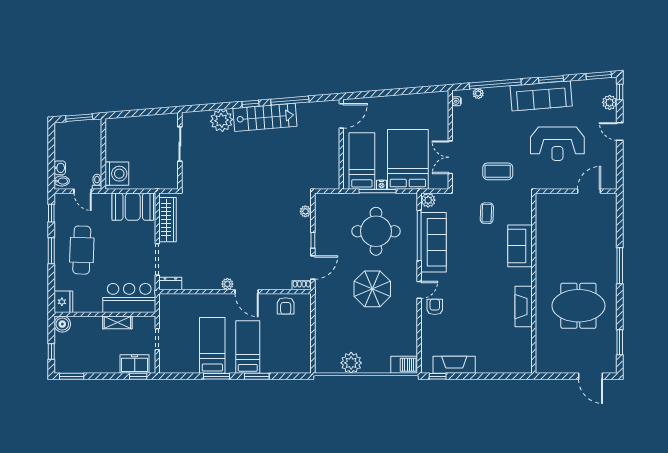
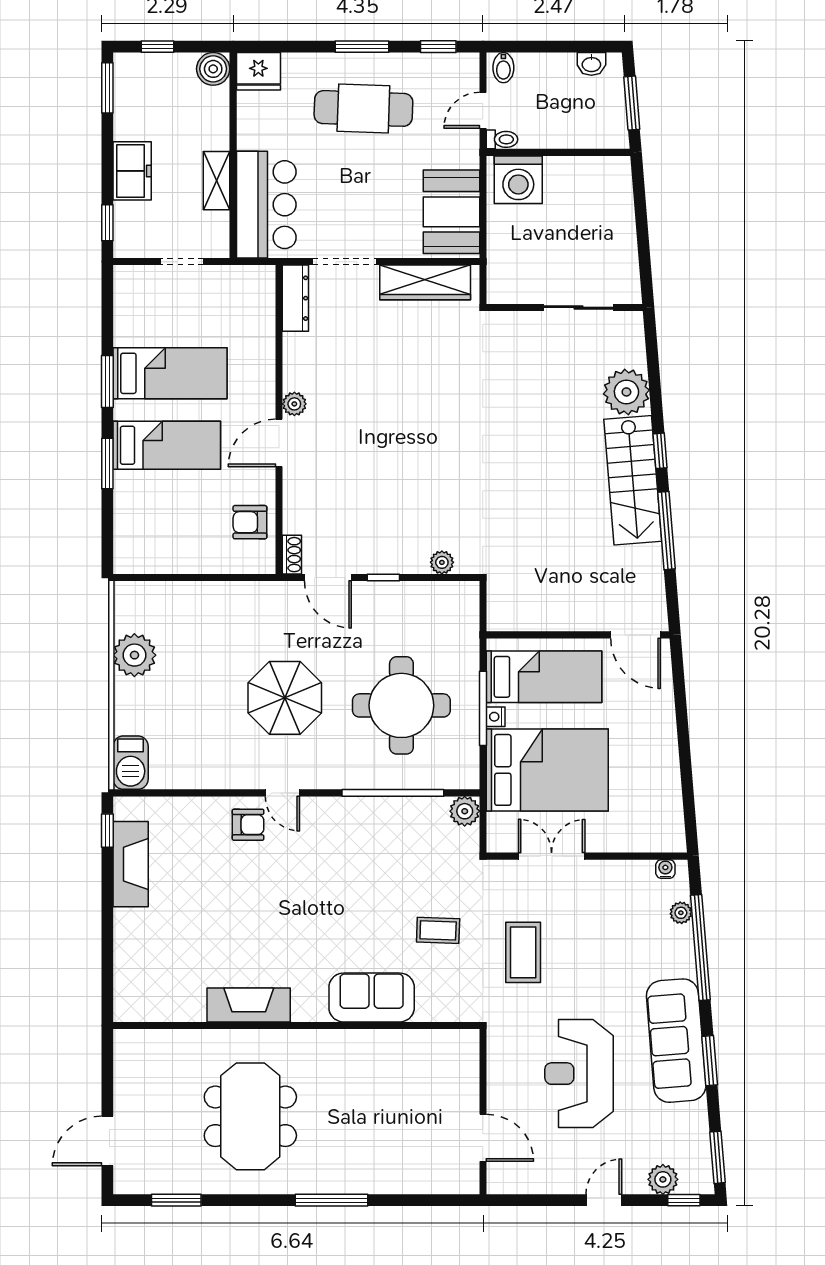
washbasin: (60, 168) -> (591, 64), moved
sofa: (433, 242) -> (379, 822), removed
dresser: (170, 283) -> (295, 298), width x1.44
freezer: (135, 364) -> (132, 171), moved

